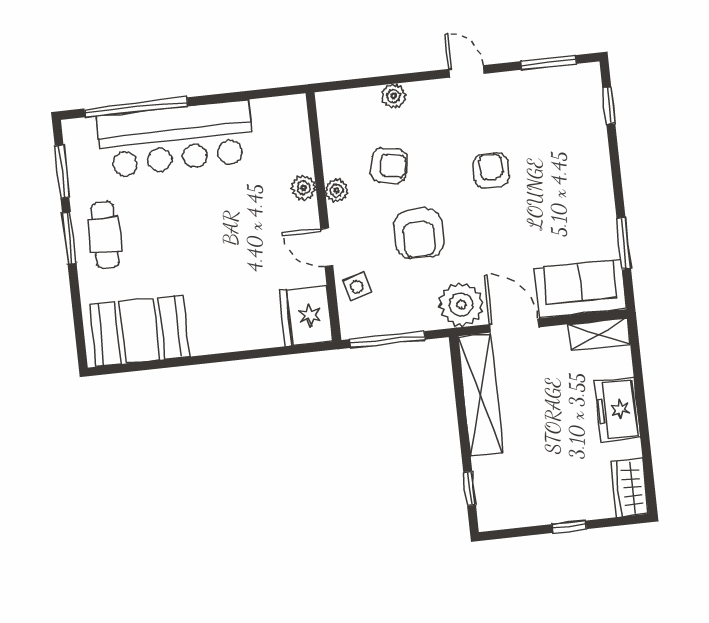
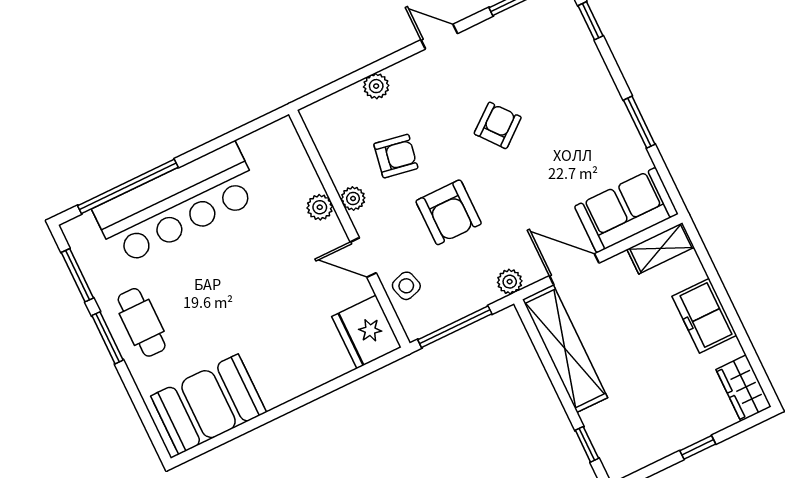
armchair: (491, 171) -> (498, 125), turned 51
window: (624, 243) -> (639, 122), moved
plant: (461, 305) -> (510, 282), width x0.53, depth x0.53

